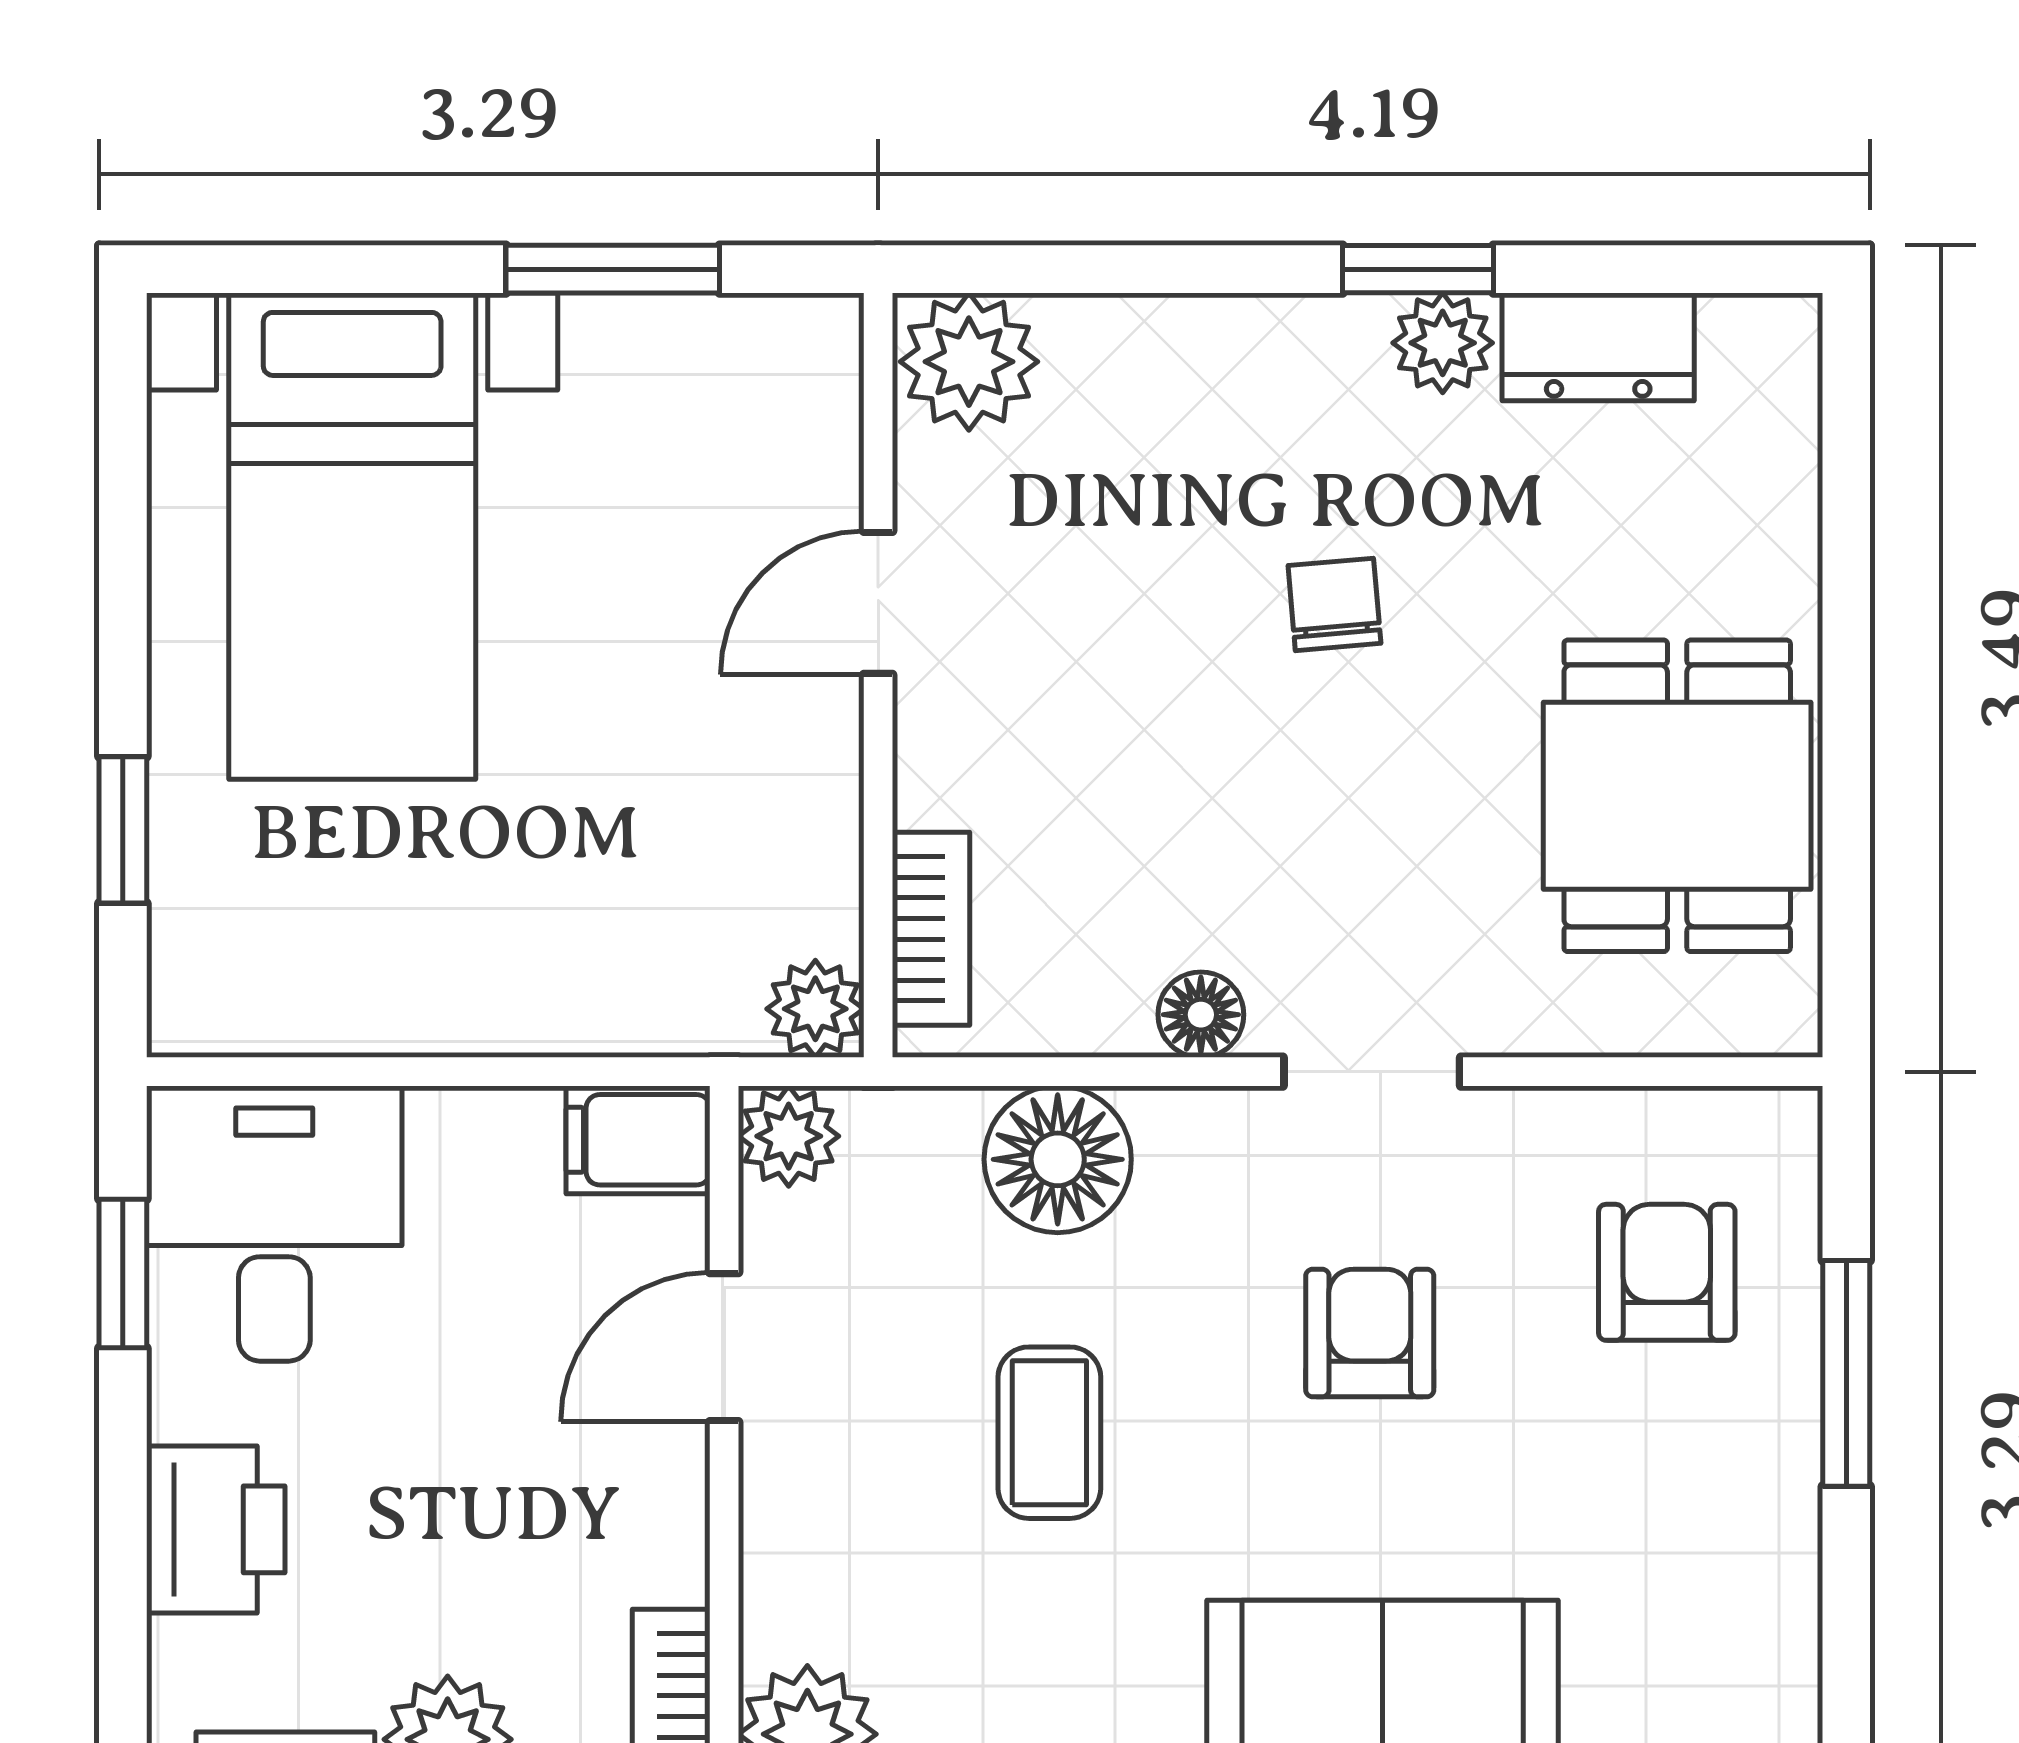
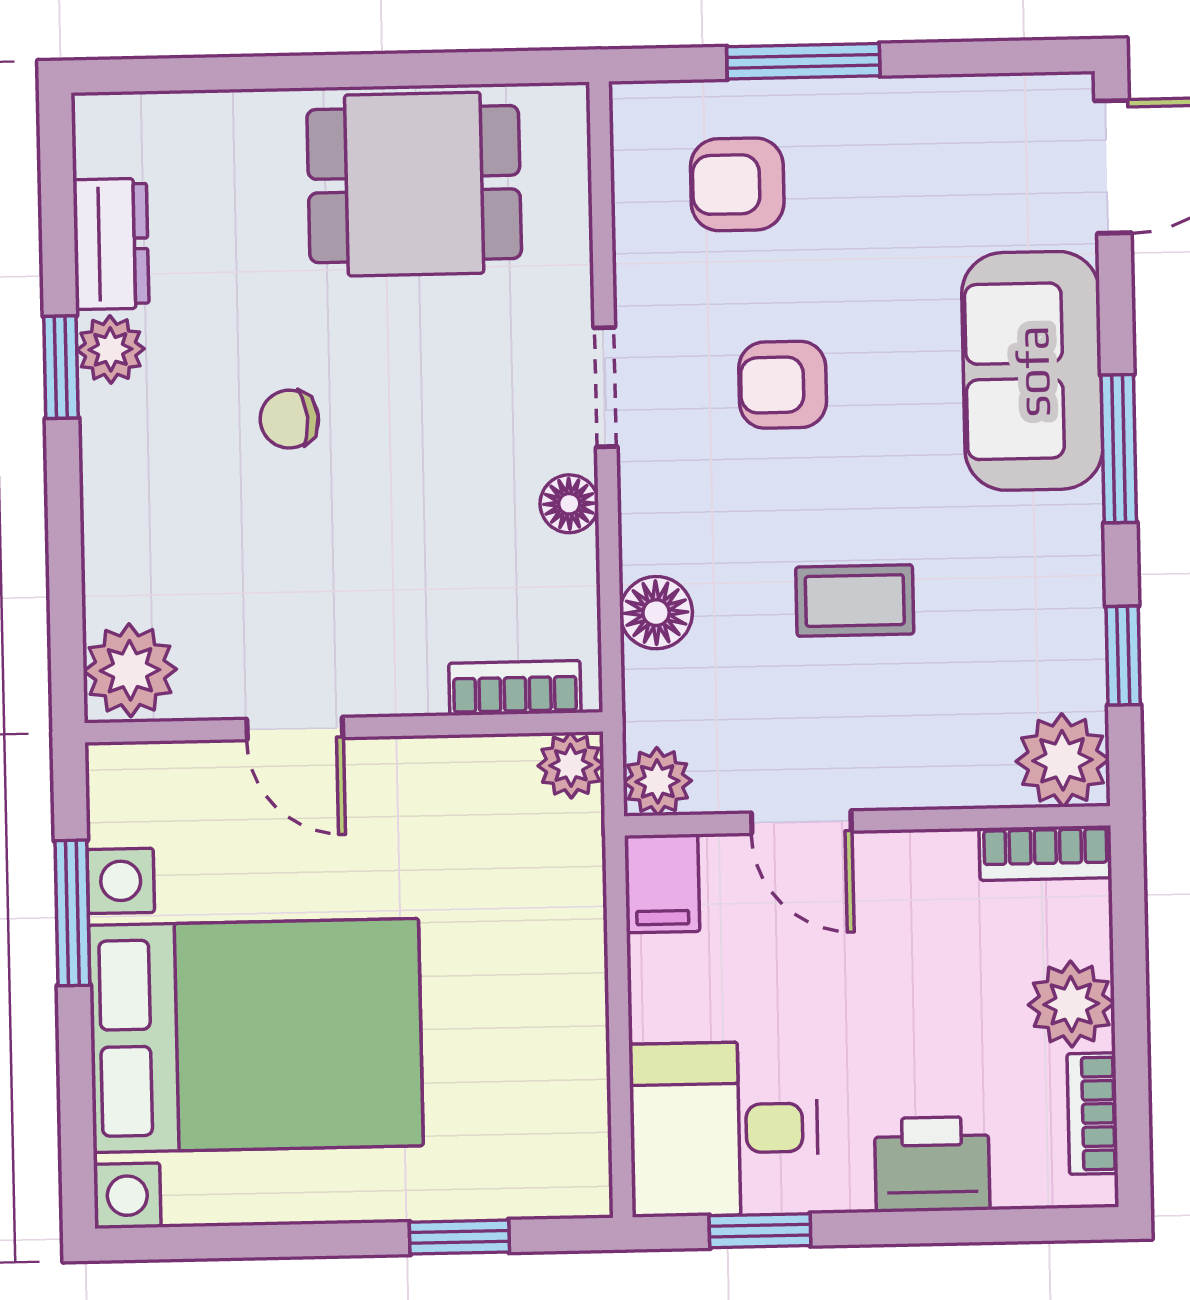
bed with nightstands: (352, 536) -> (256, 1036), width x1.36
floor lamp: (1058, 1159) -> (656, 613), width x0.73, depth x0.73

